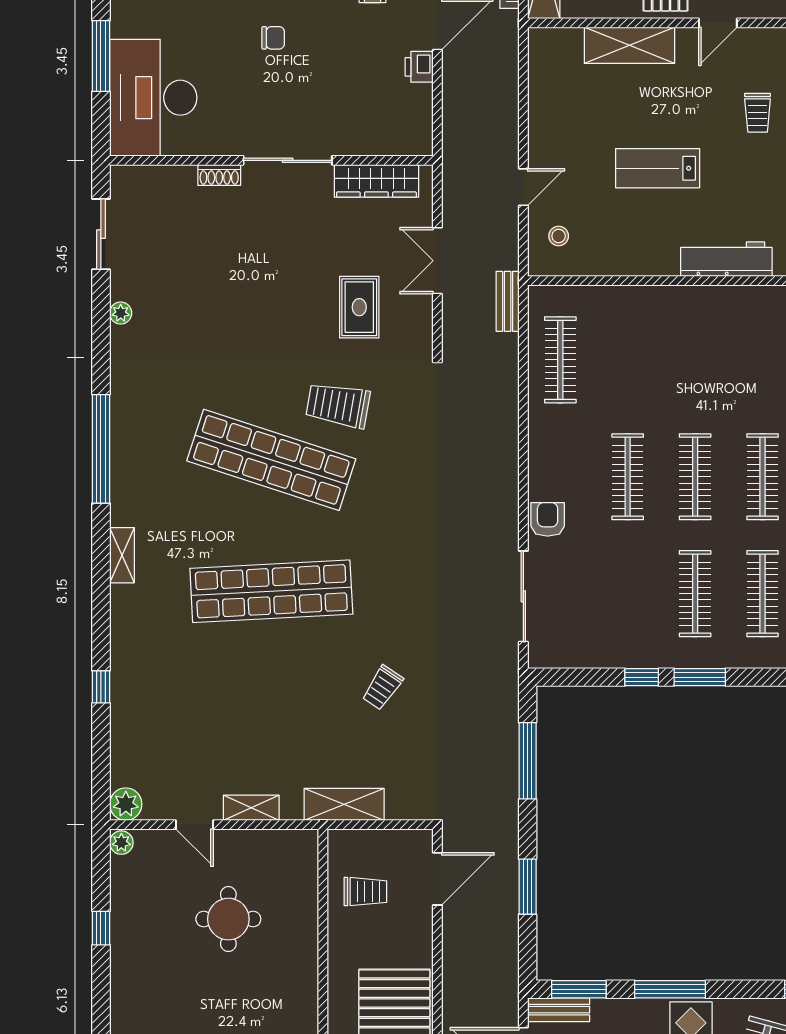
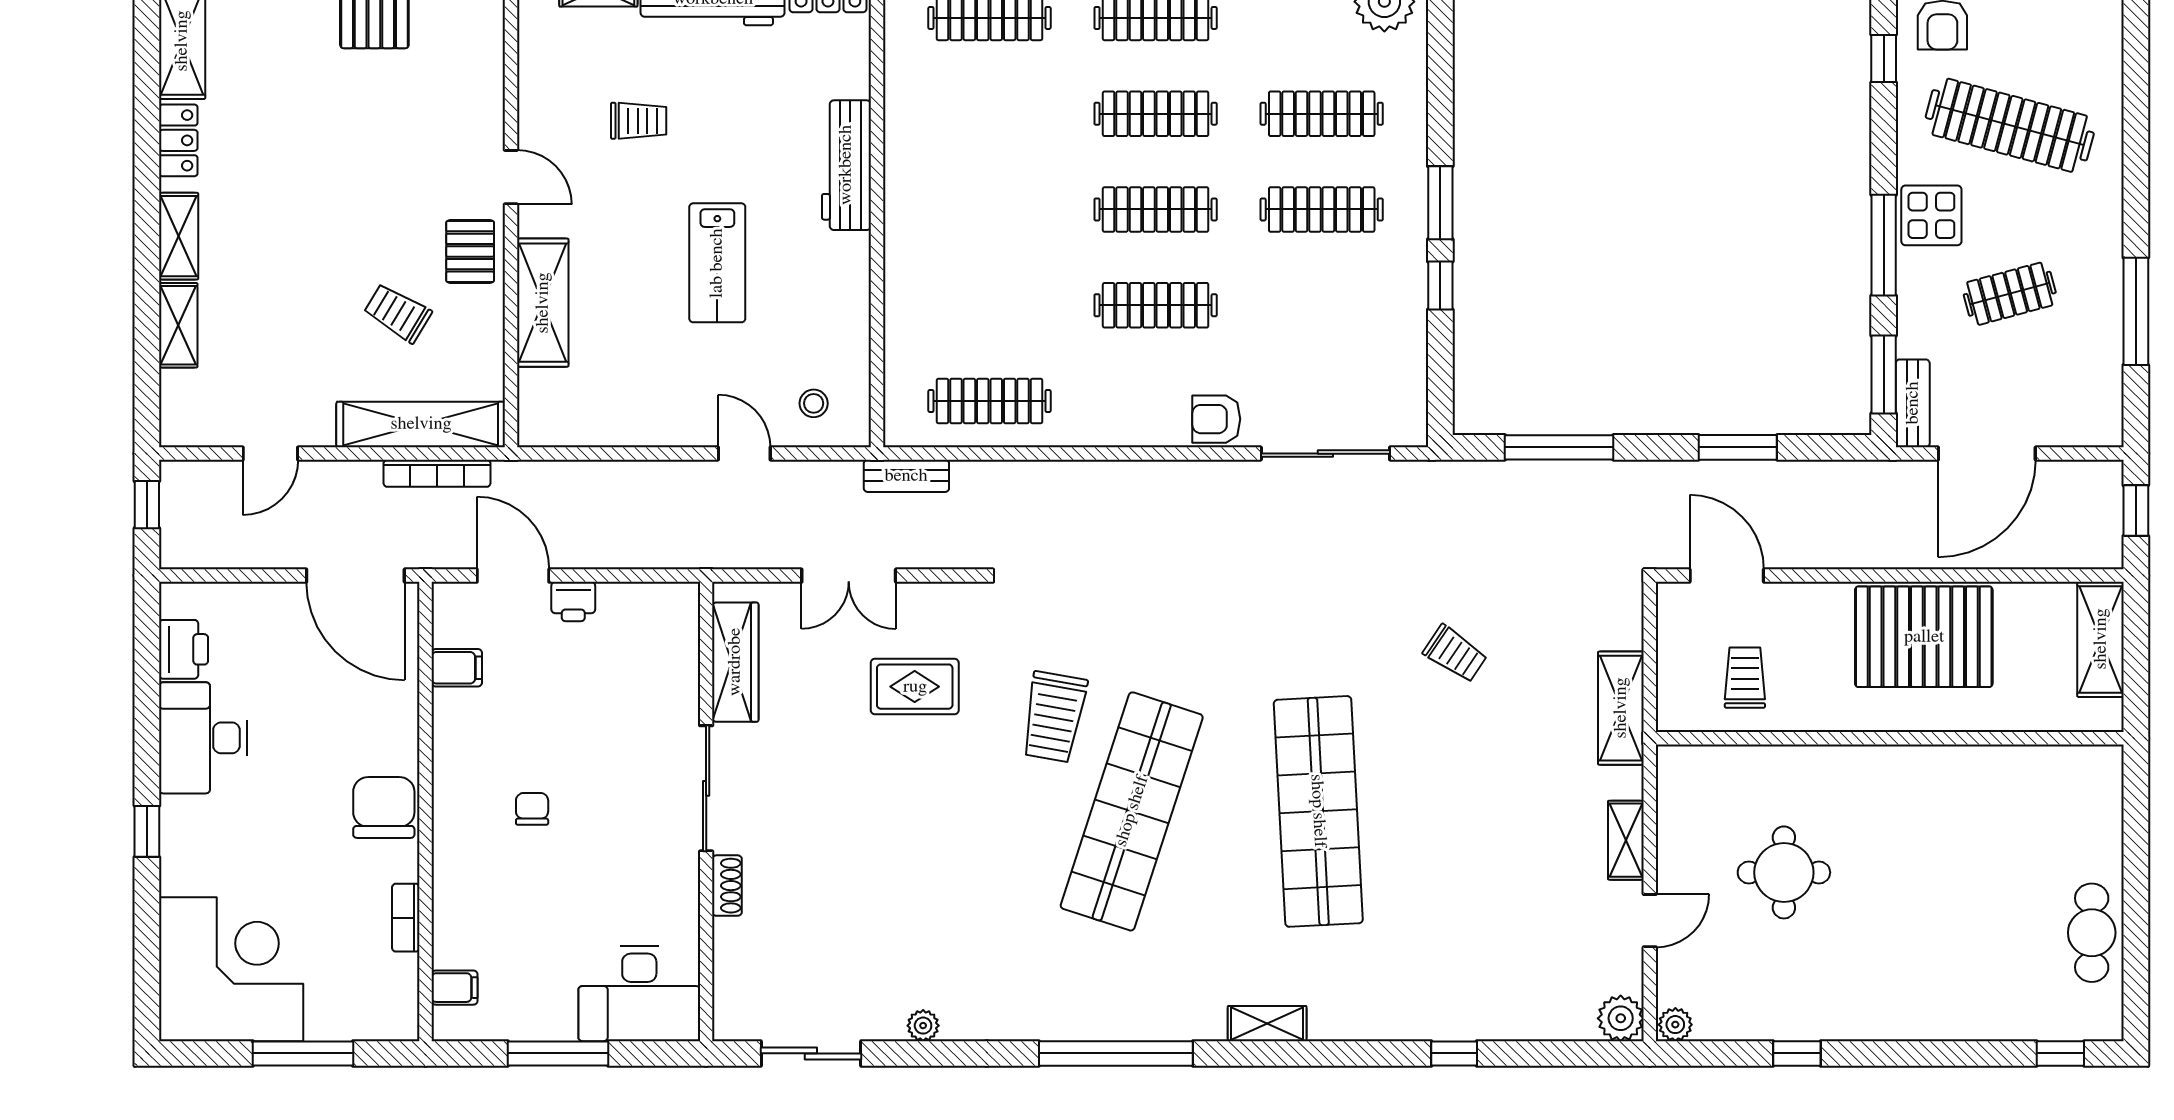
desk: (153, 98) -> (639, 994), width x0.73, depth x0.77

